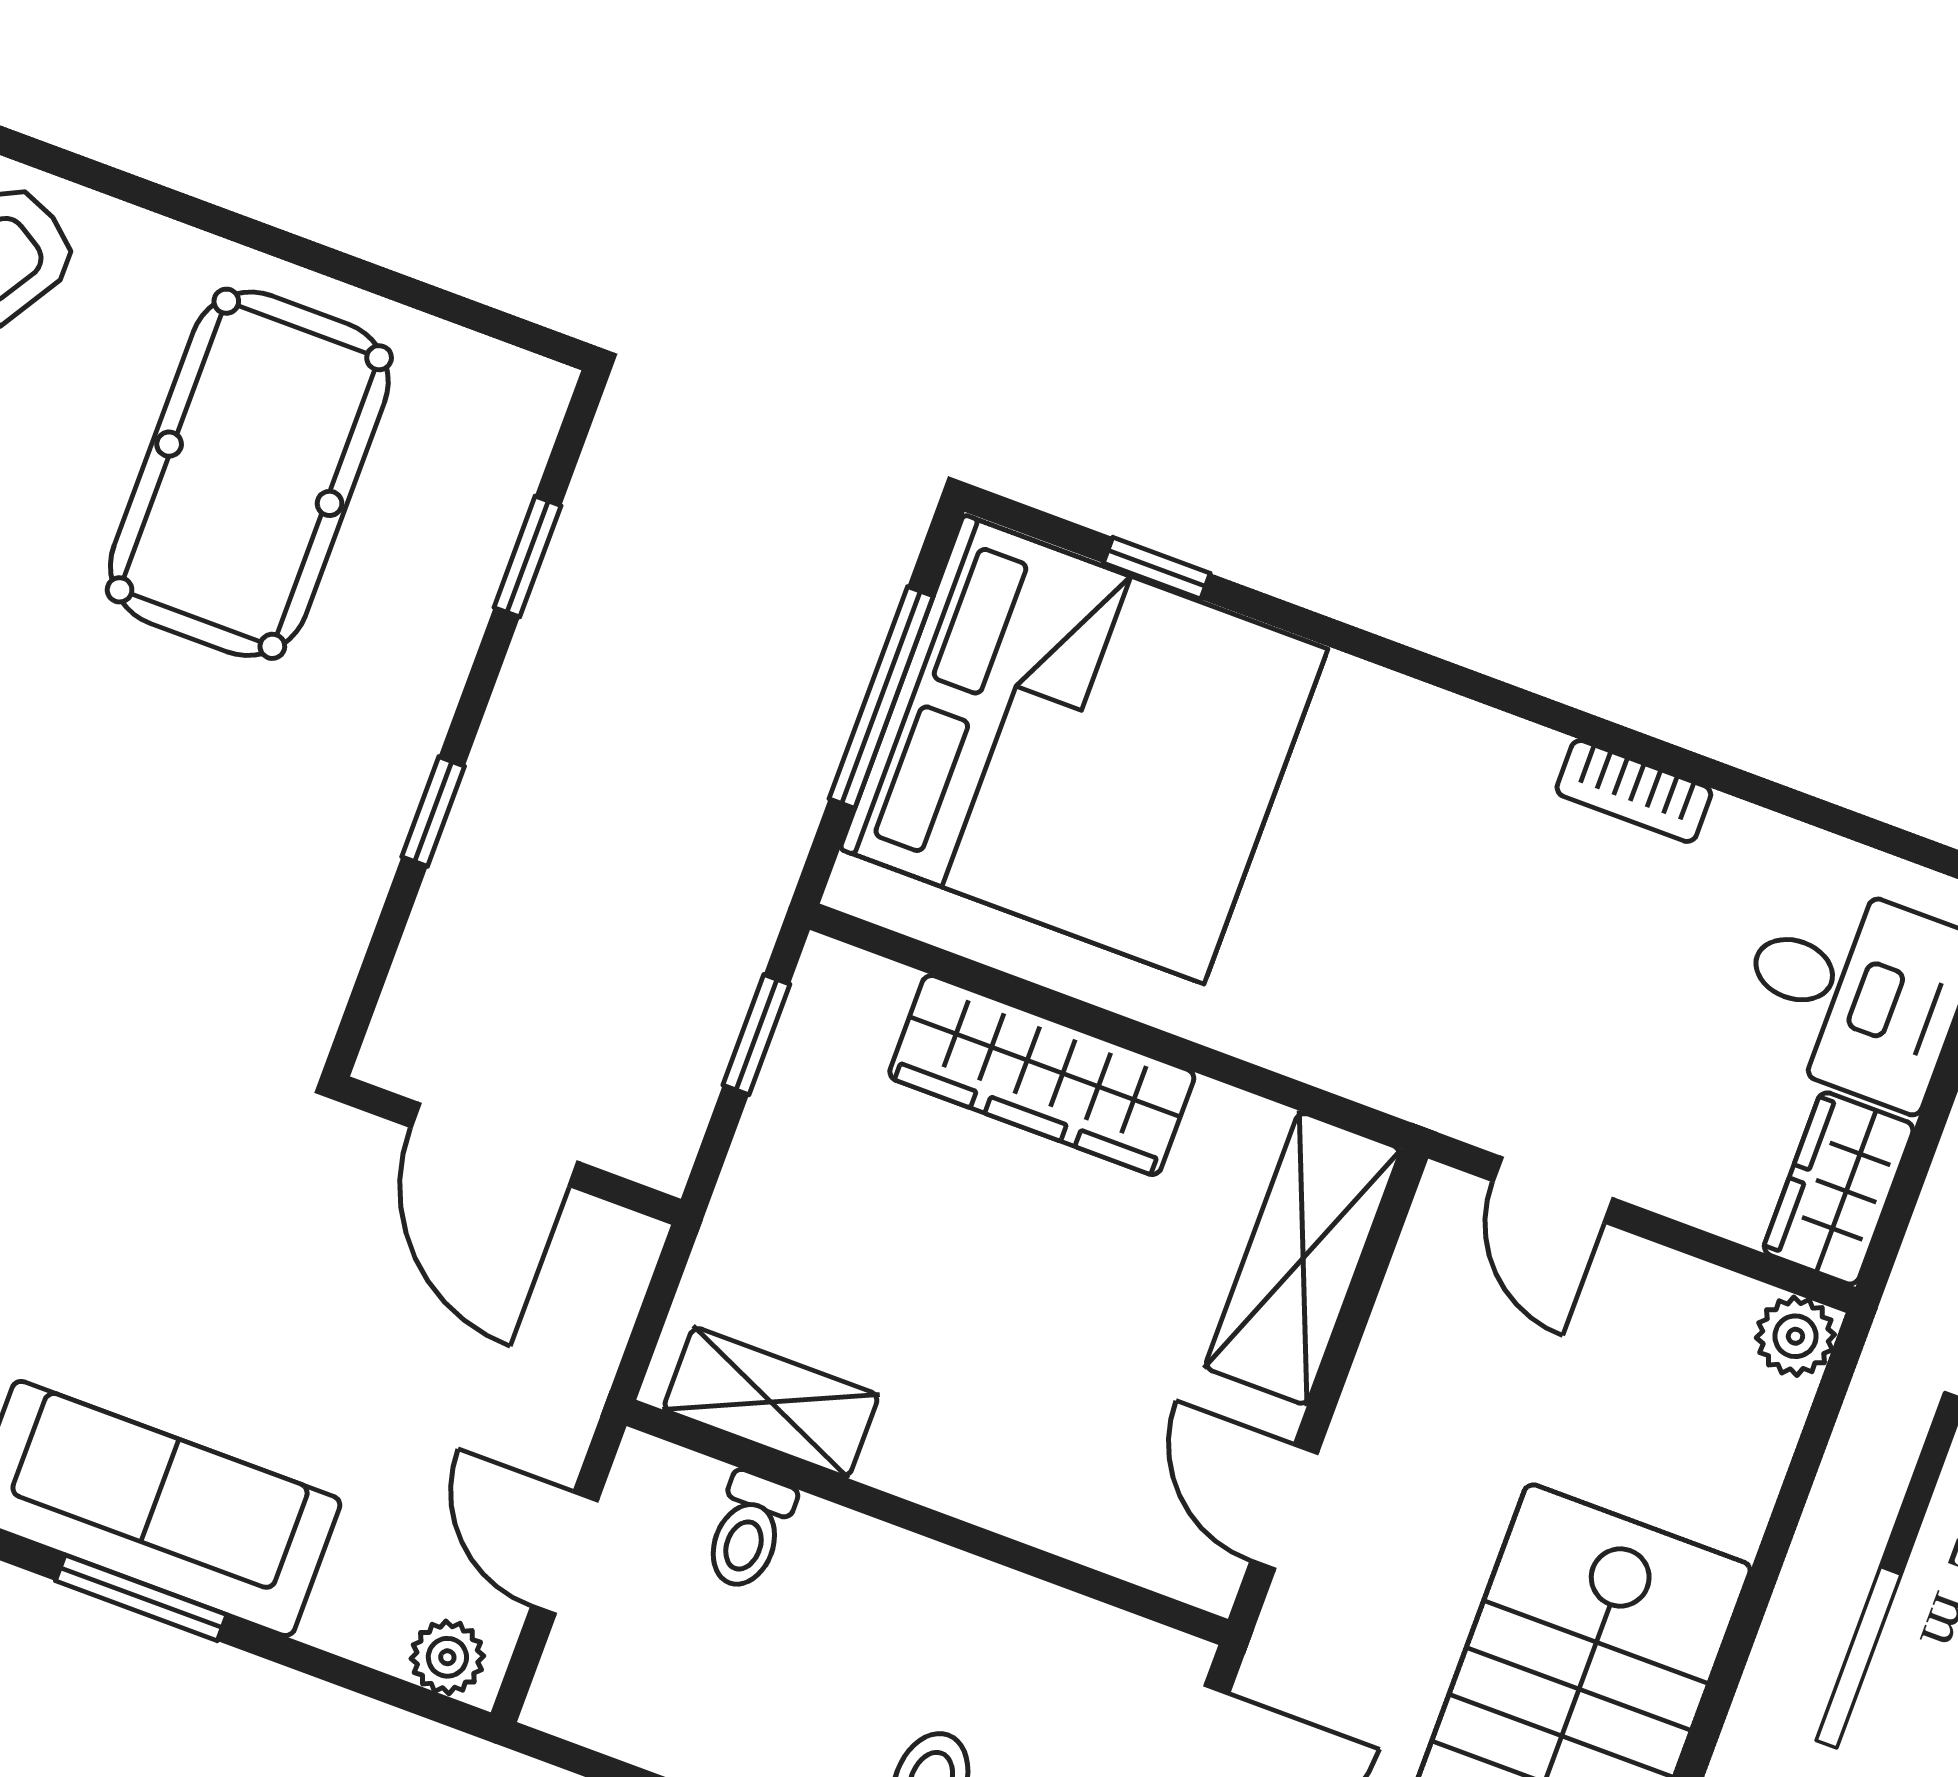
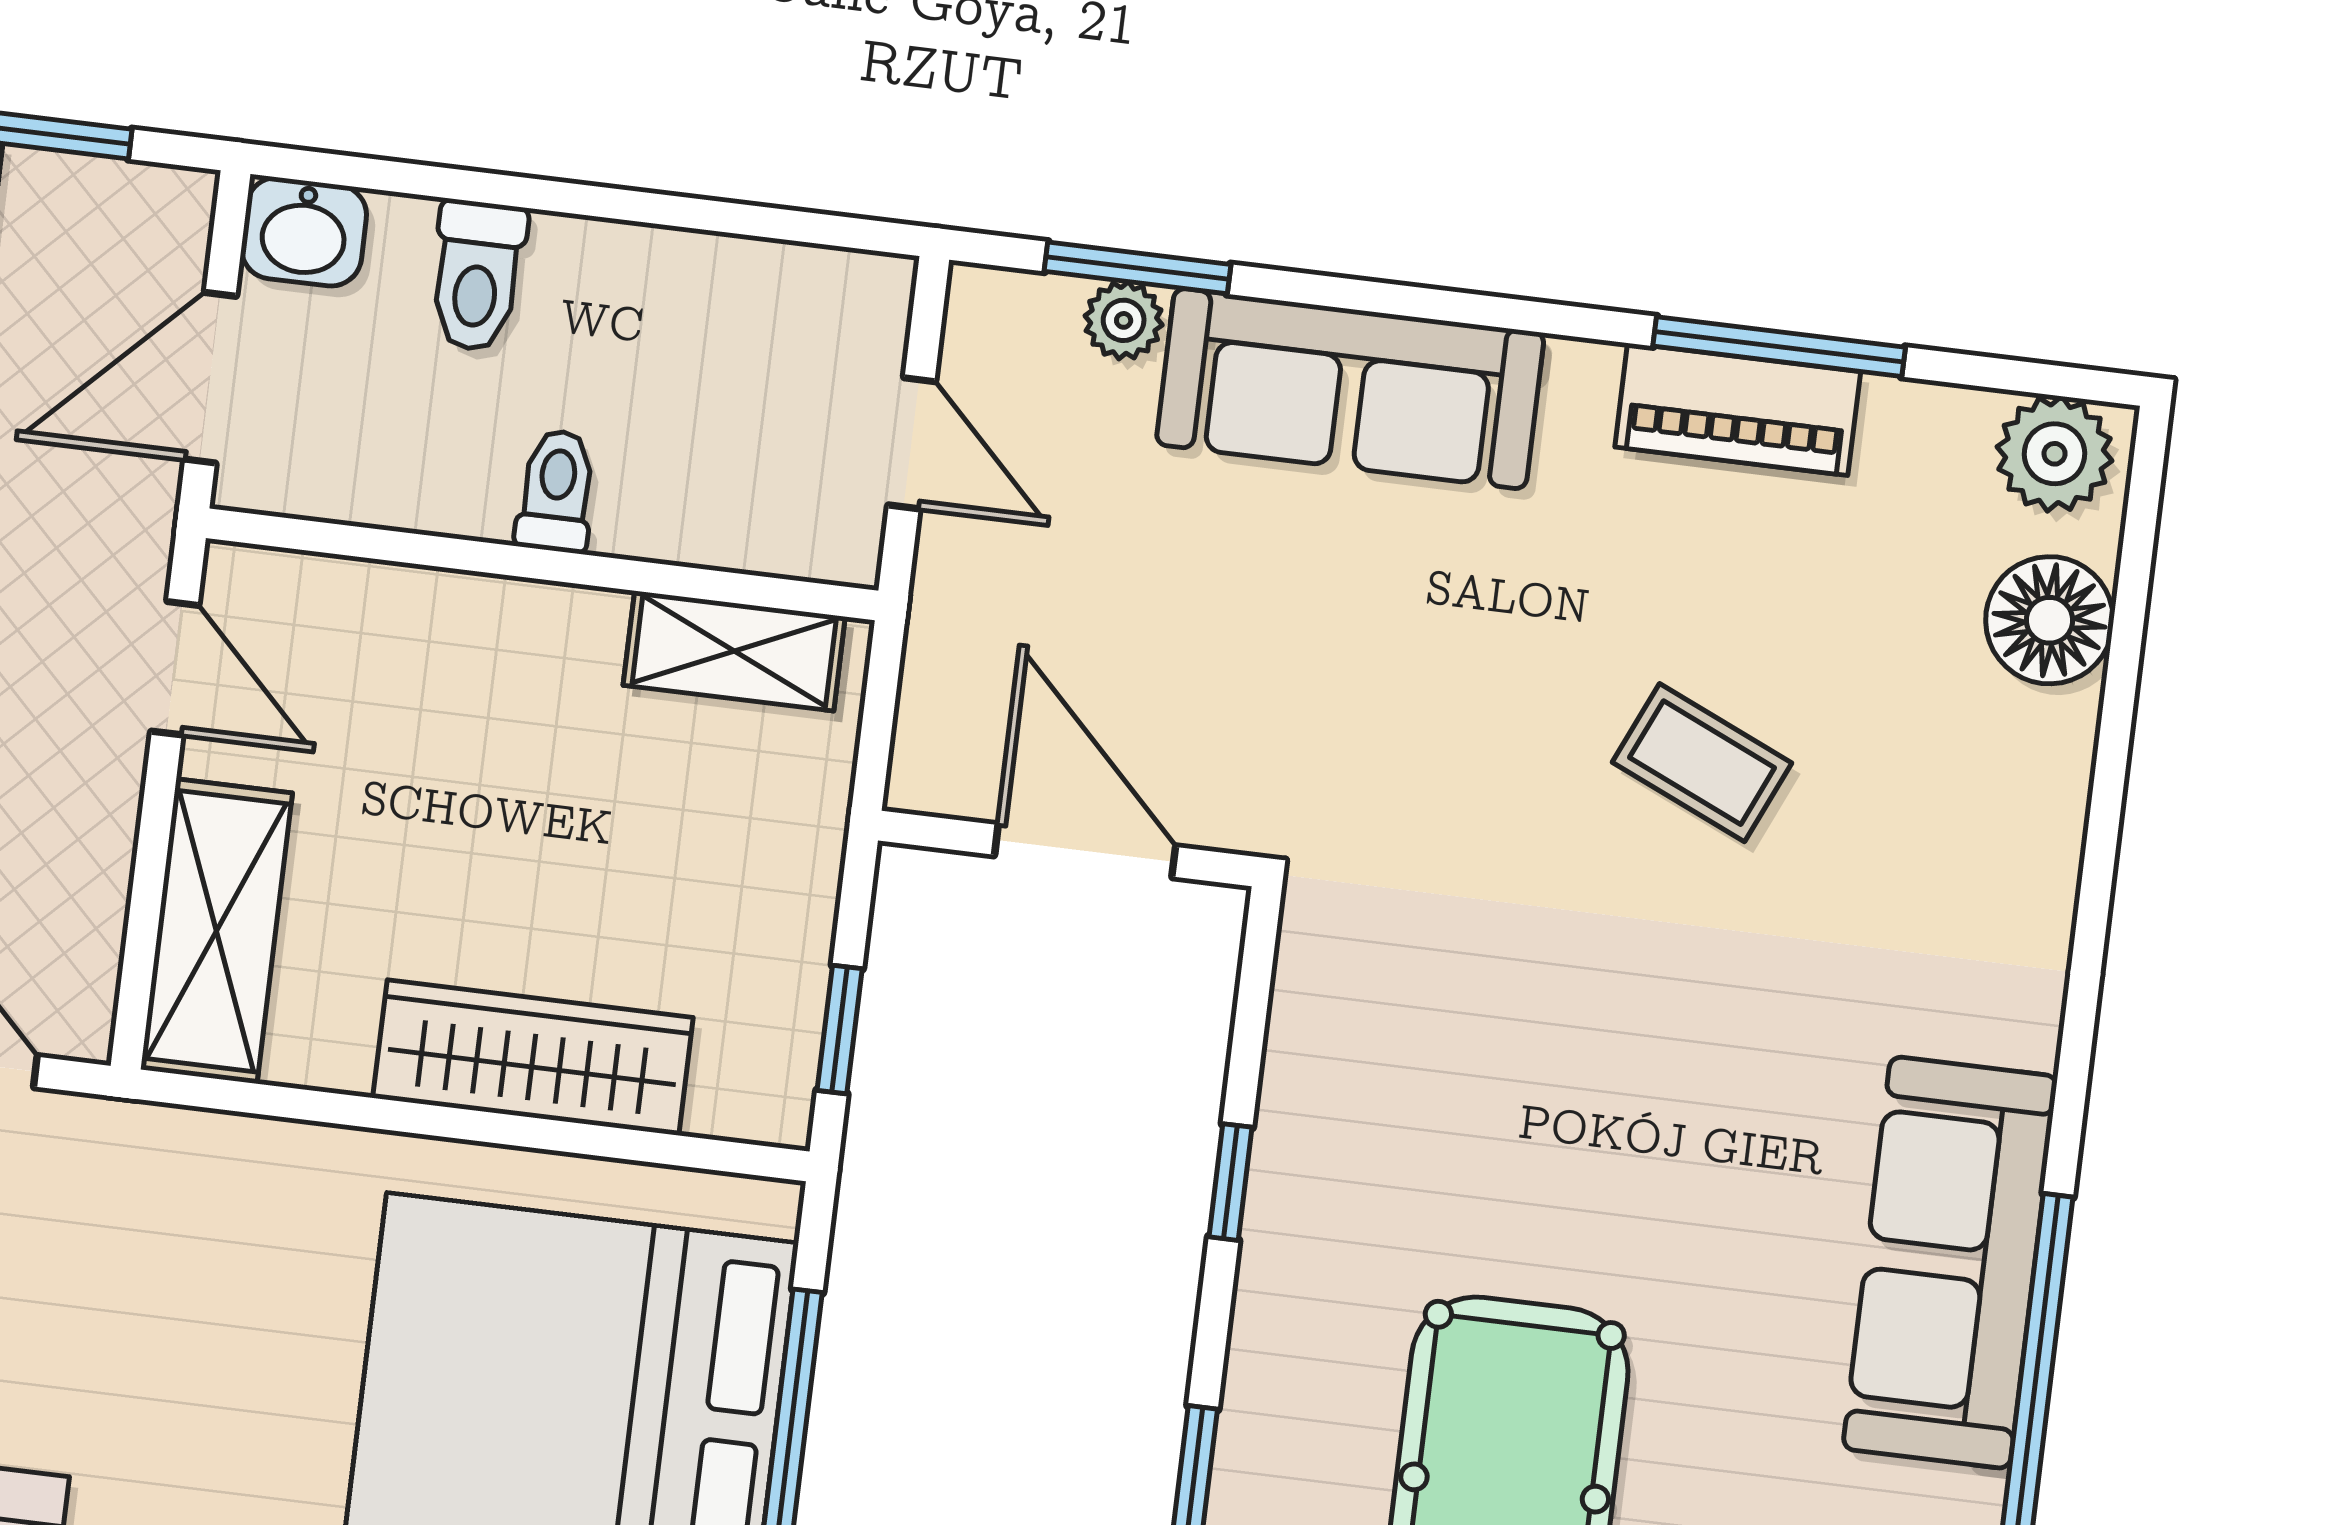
toilet: (749, 1531) -> (556, 491), moved
window: (141, 1598) -> (1138, 268), moved
plant: (447, 1657) -> (1124, 320), moved

